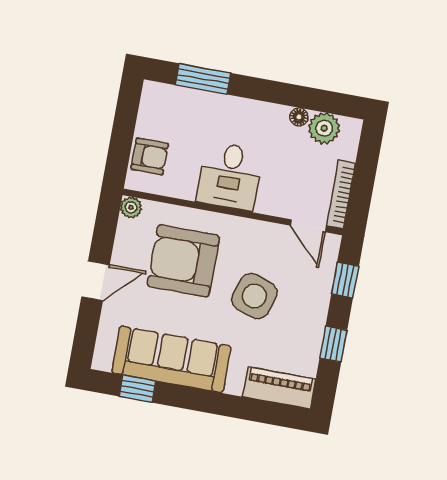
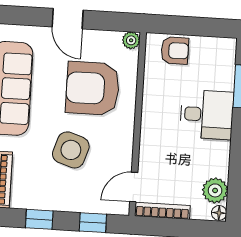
floor lamp: (299, 117) -> (219, 213), moved
armchair: (150, 156) -> (175, 51), turned -90
desk: (230, 176) -> (207, 115), moved, turned 180
armchair: (183, 261) -> (93, 88), turned -90

